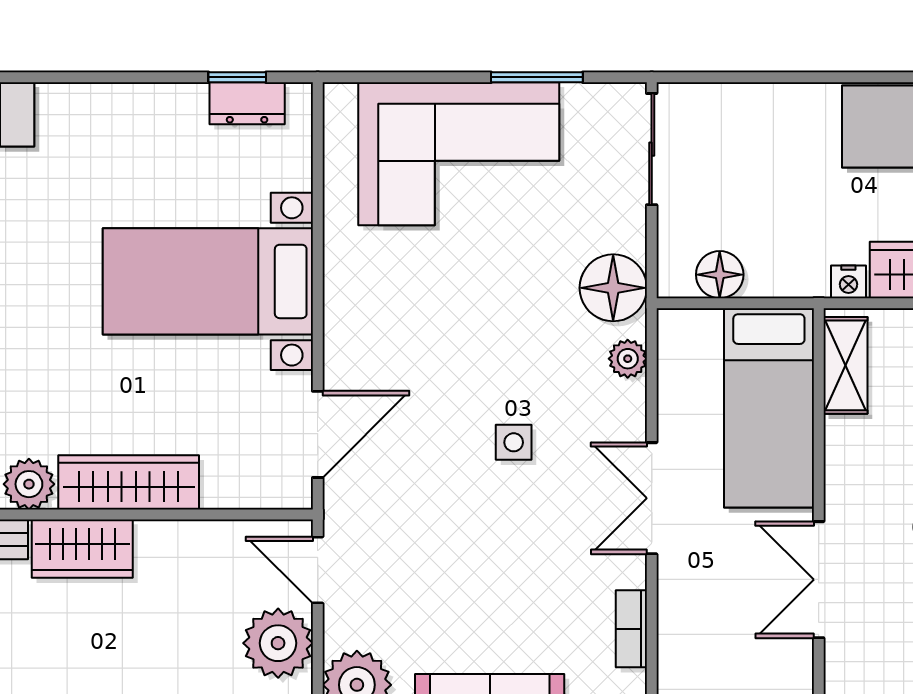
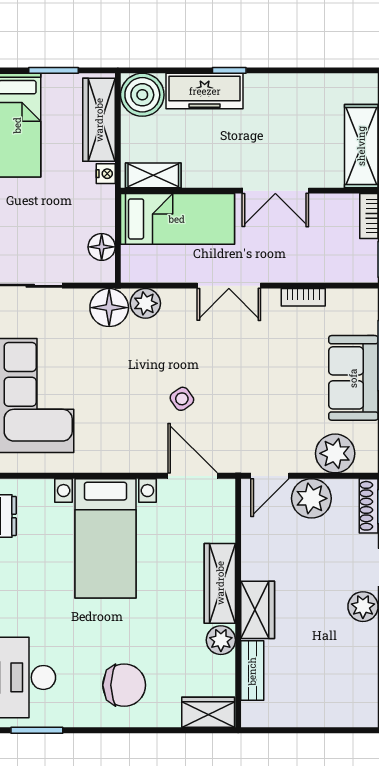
plant: (628, 359) -> (145, 303), width x1.38, depth x1.38
side table: (514, 442) -> (182, 399), moved, turned -35

